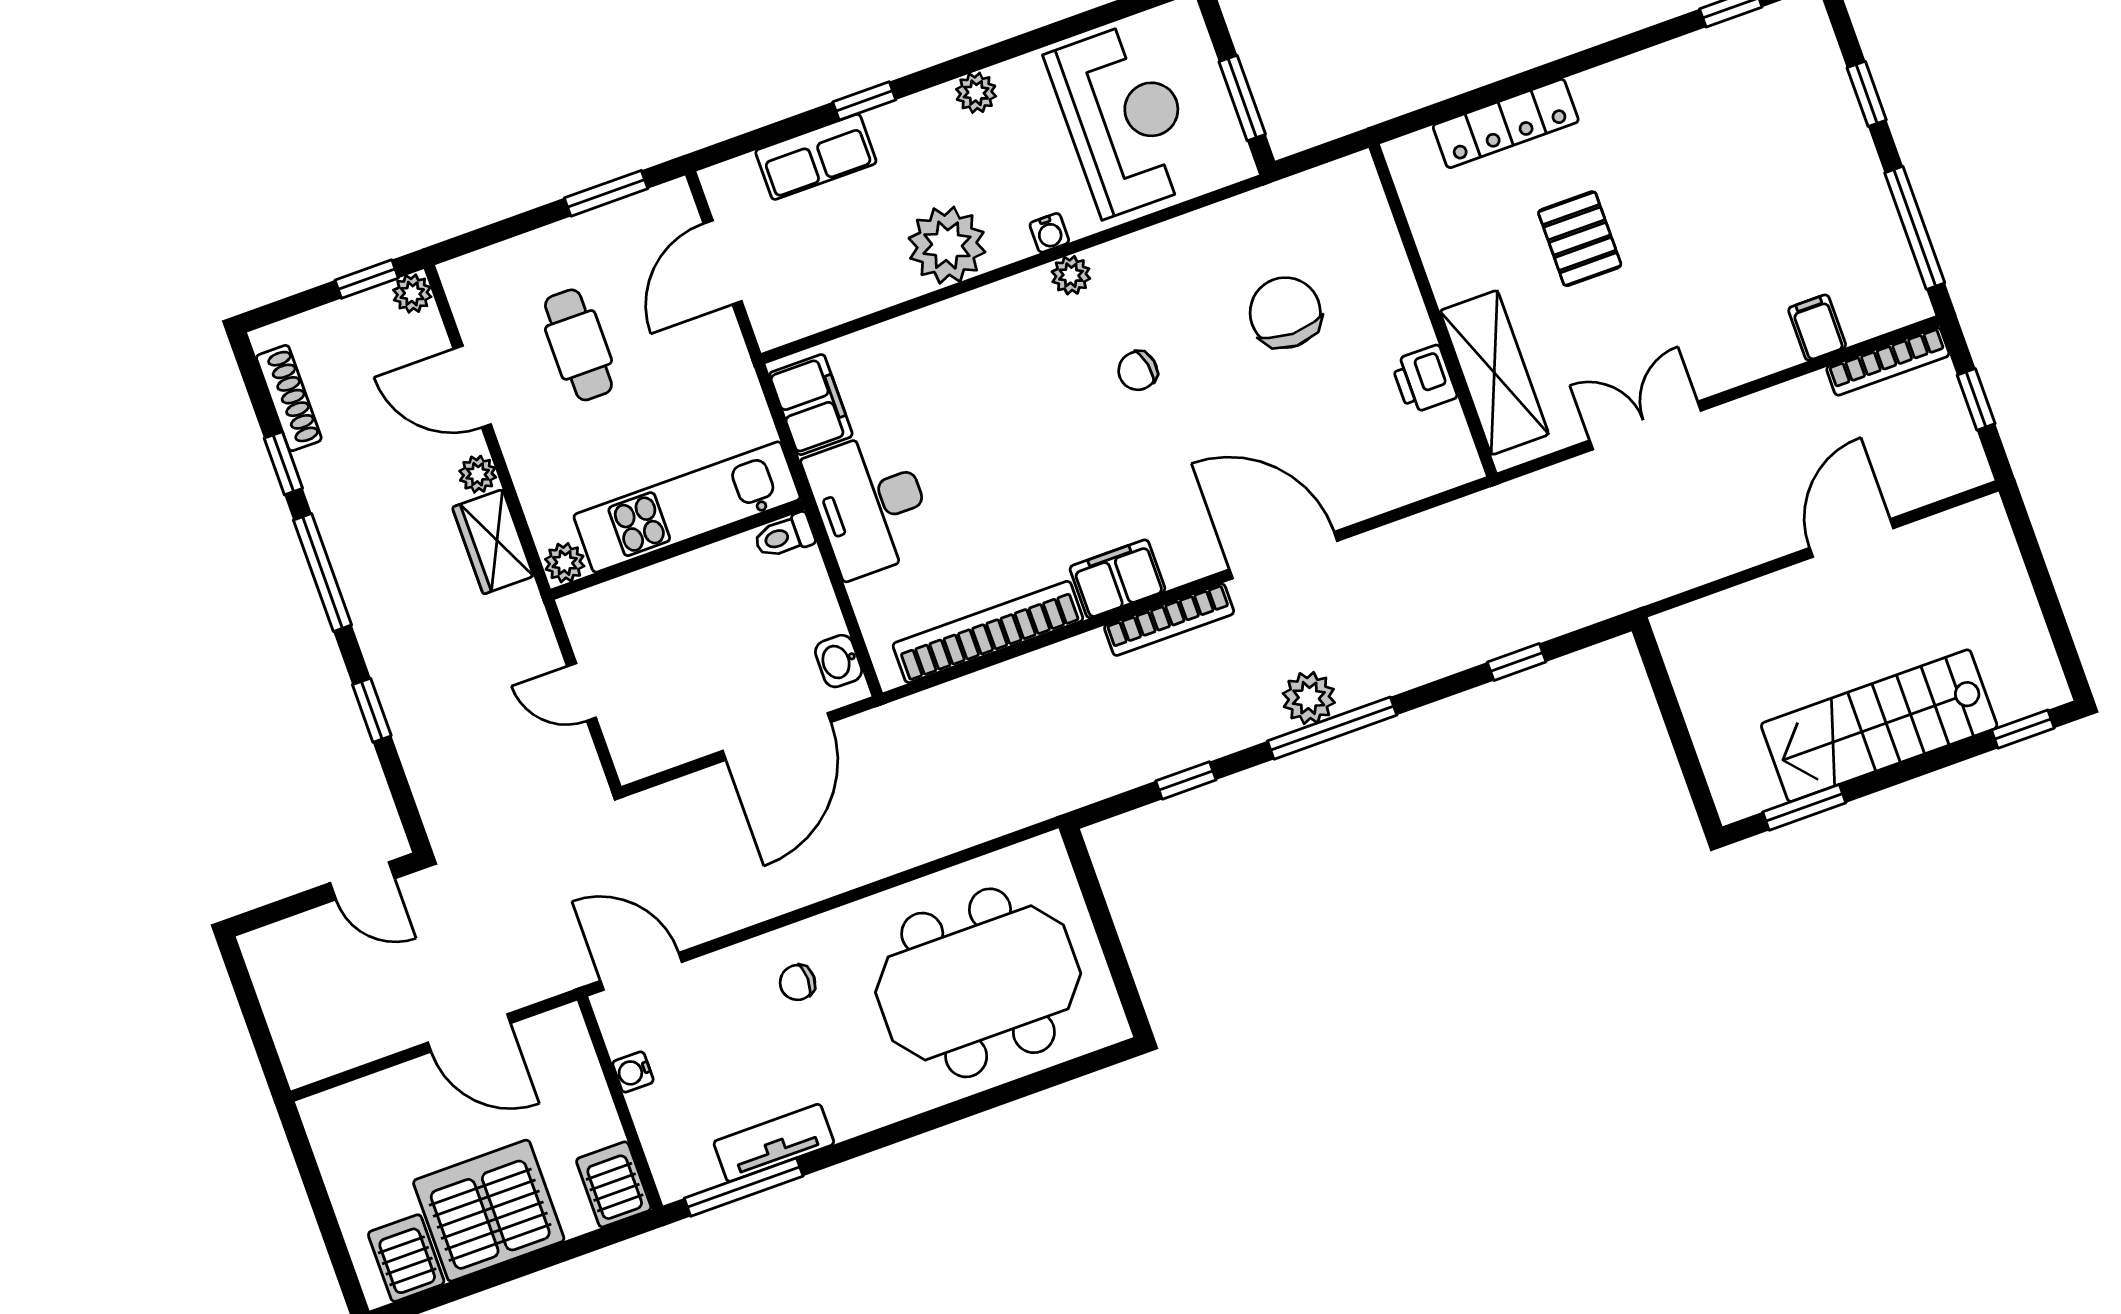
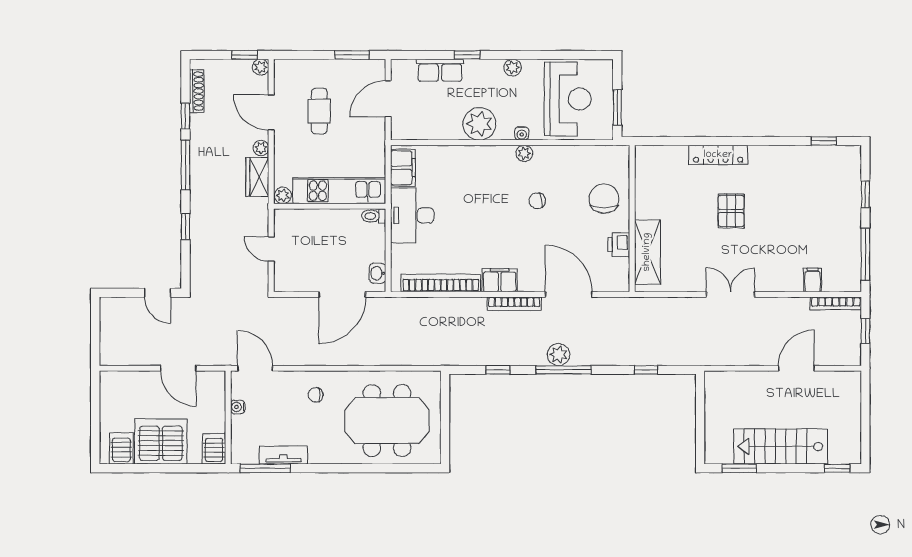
wall: (1433, 310) -> (632, 219), moved
shelving: (1494, 373) -> (647, 252), moved
printer: (1424, 379) -> (619, 245), moved

